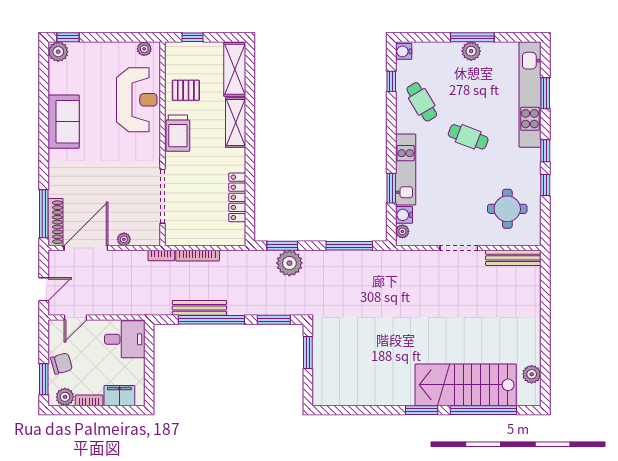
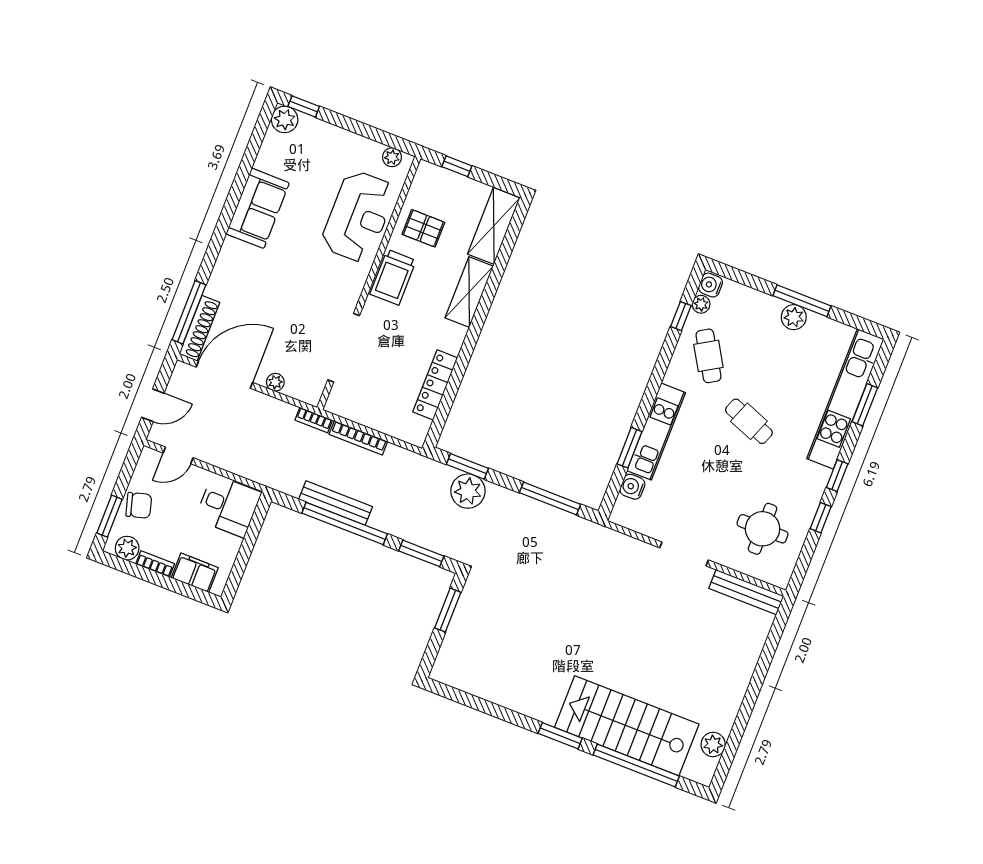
plant: (402, 231) -> (701, 304), moved

